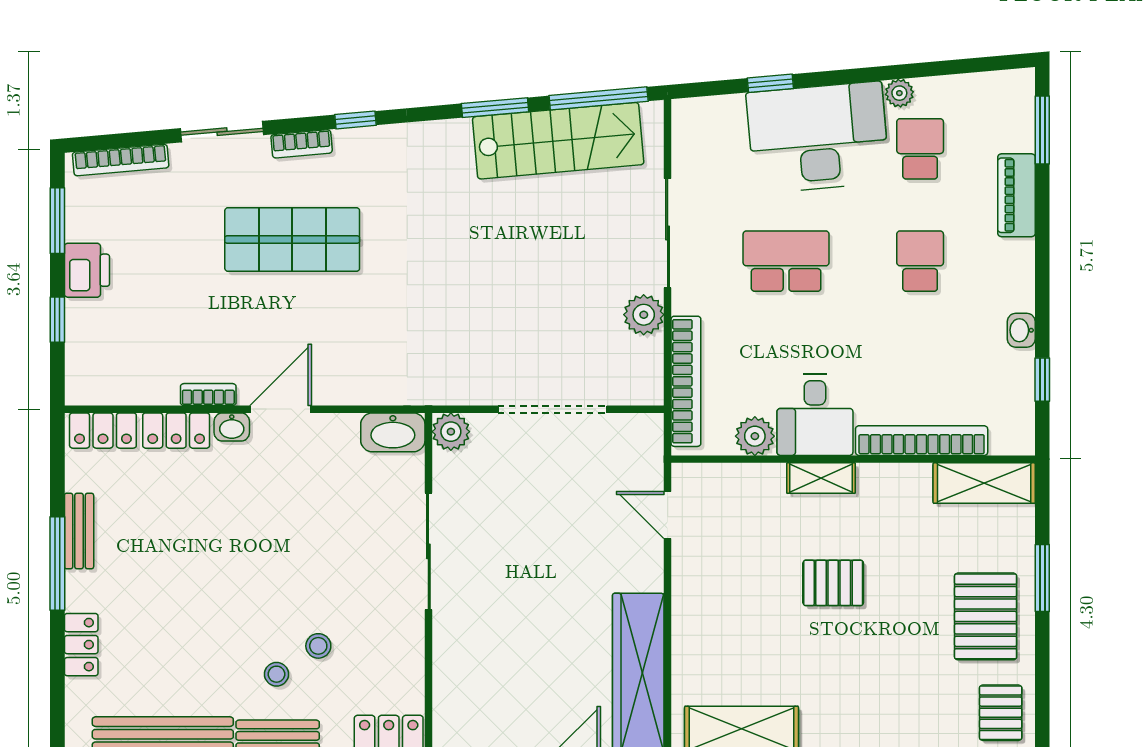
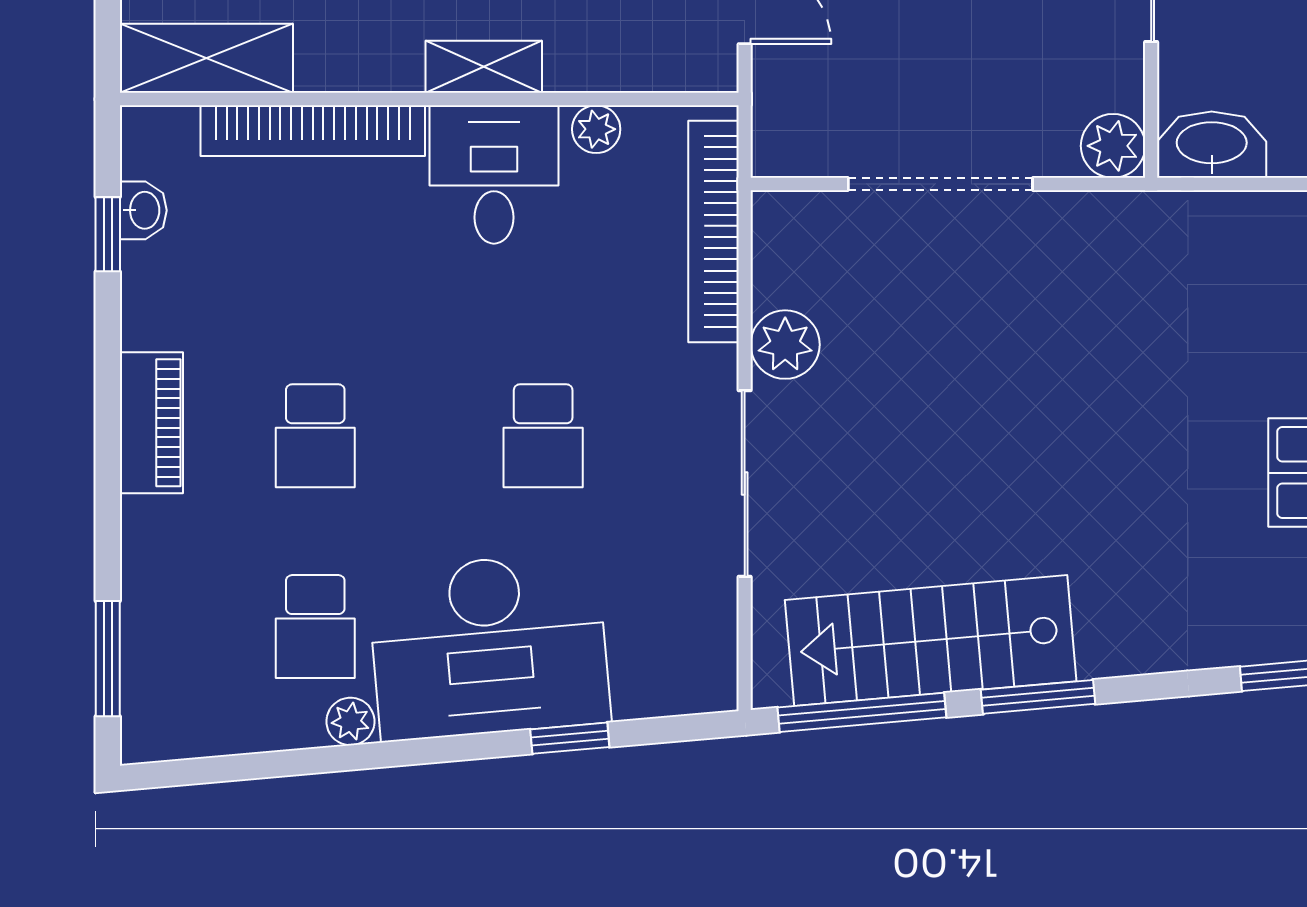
piano: (1016, 195) -> (151, 423), moved
school desk: (786, 261) -> (543, 436), width x0.54
washbasin: (1021, 330) -> (143, 210), moved
plant: (755, 436) -> (596, 129), width x0.73, depth x0.73

